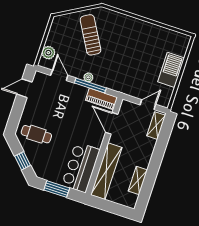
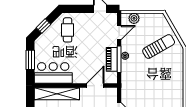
piano: (101, 99) -> (112, 59), moved

